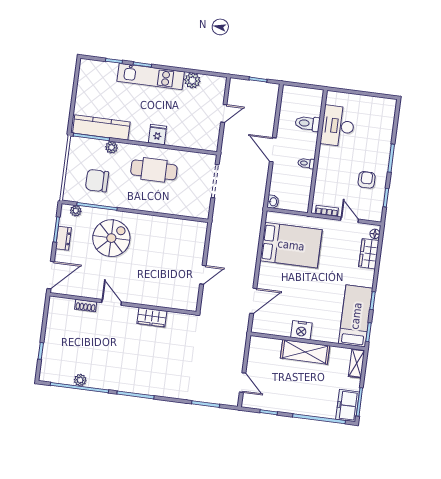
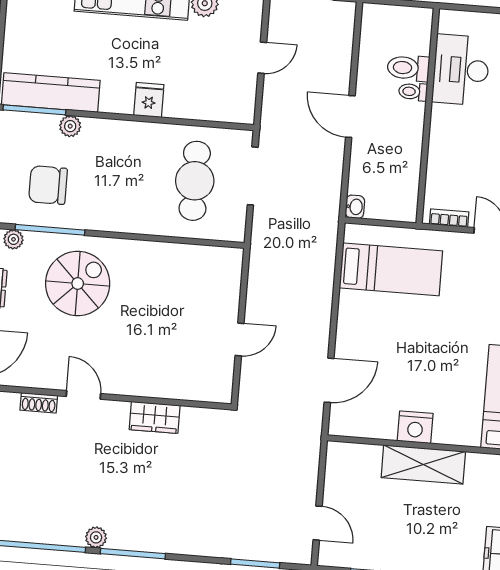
toilet: (306, 163) -> (413, 92), moved
cafe table: (154, 170) -> (195, 181), moved, turned 90
bed: (291, 245) -> (391, 269), width x0.67
plant: (80, 380) -> (96, 537), moved

